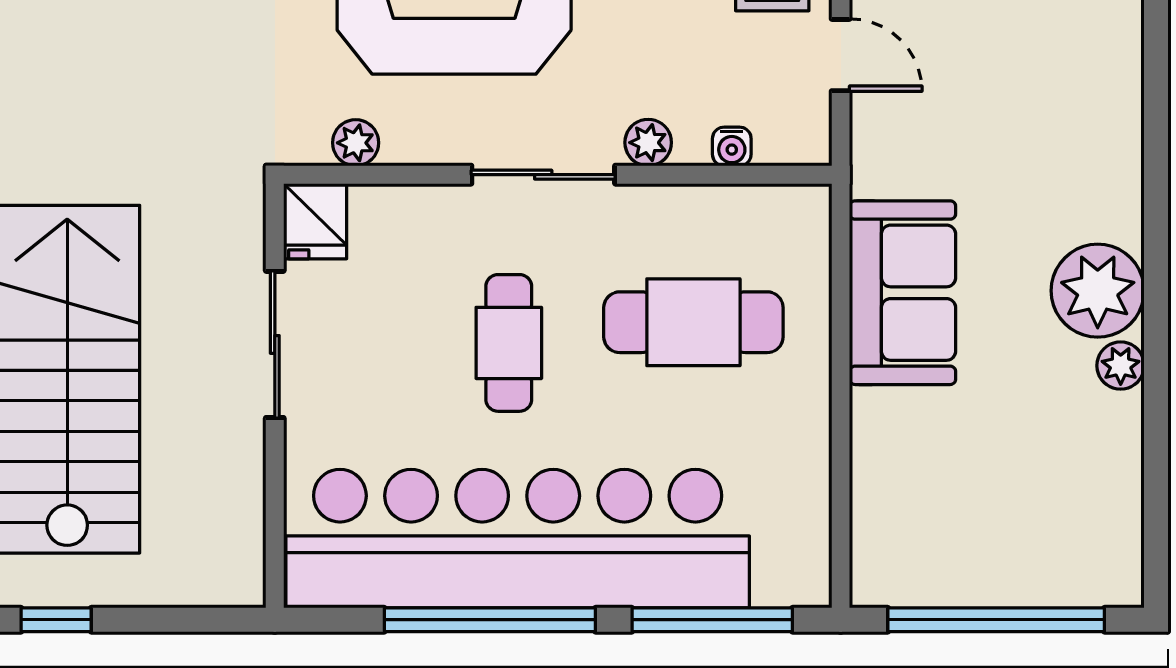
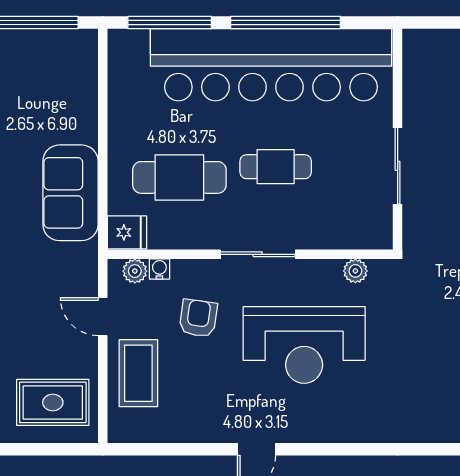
armchair: (657, 52) -> (198, 318), added
plant: (648, 143) -> (135, 271), moved
fridge: (315, 221) -> (127, 232), moved, turned 90
cafe table: (509, 343) -> (276, 167), turned 90

